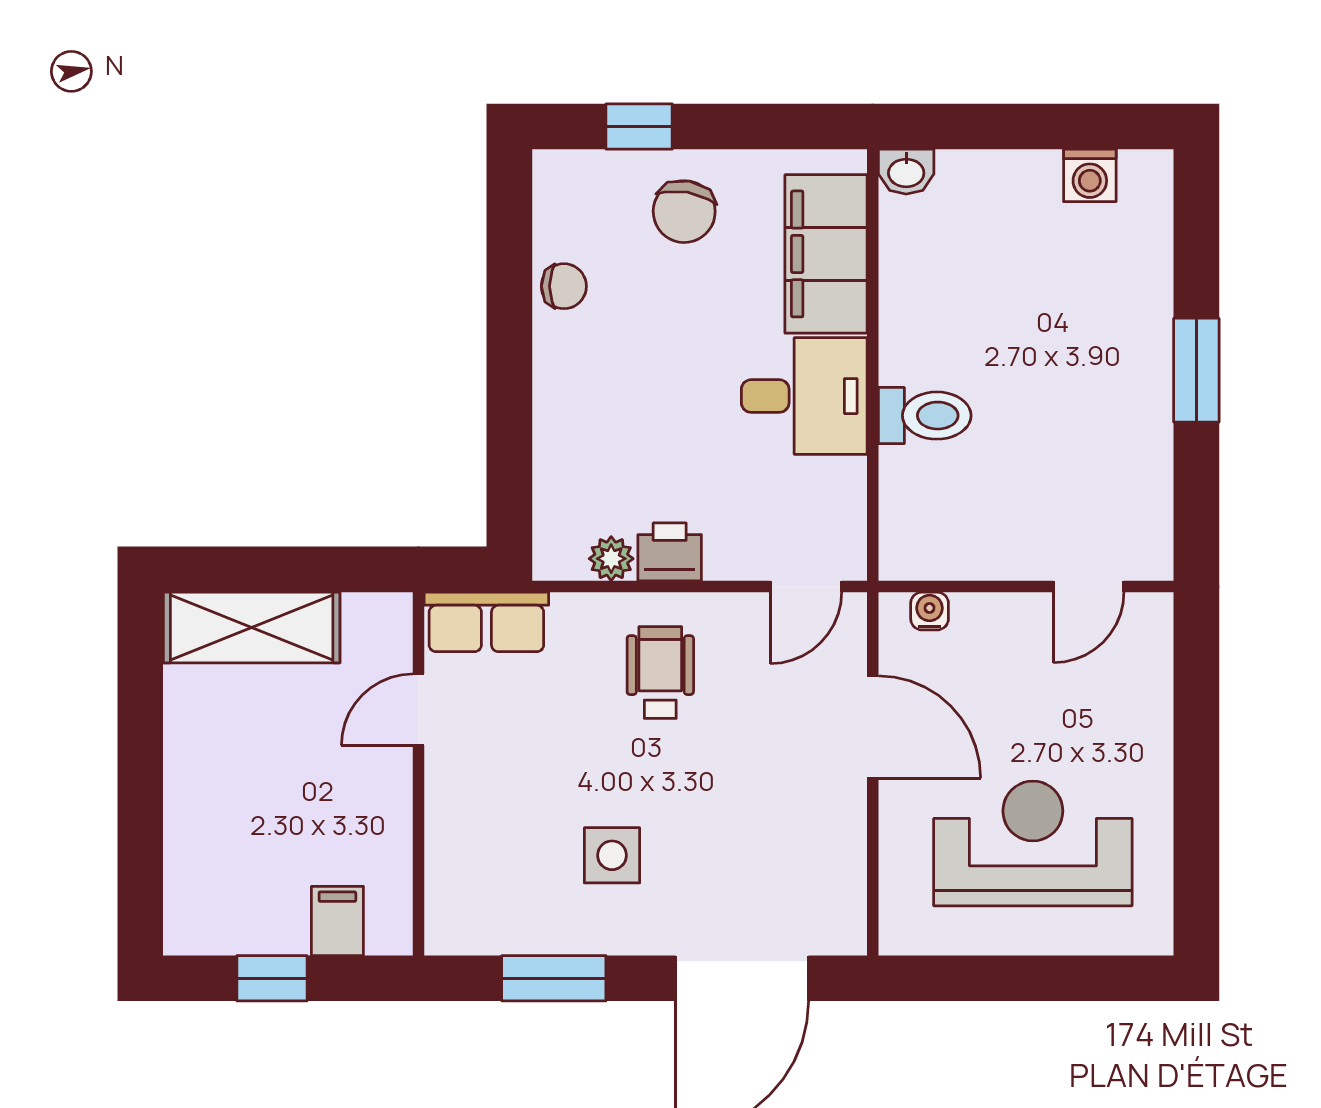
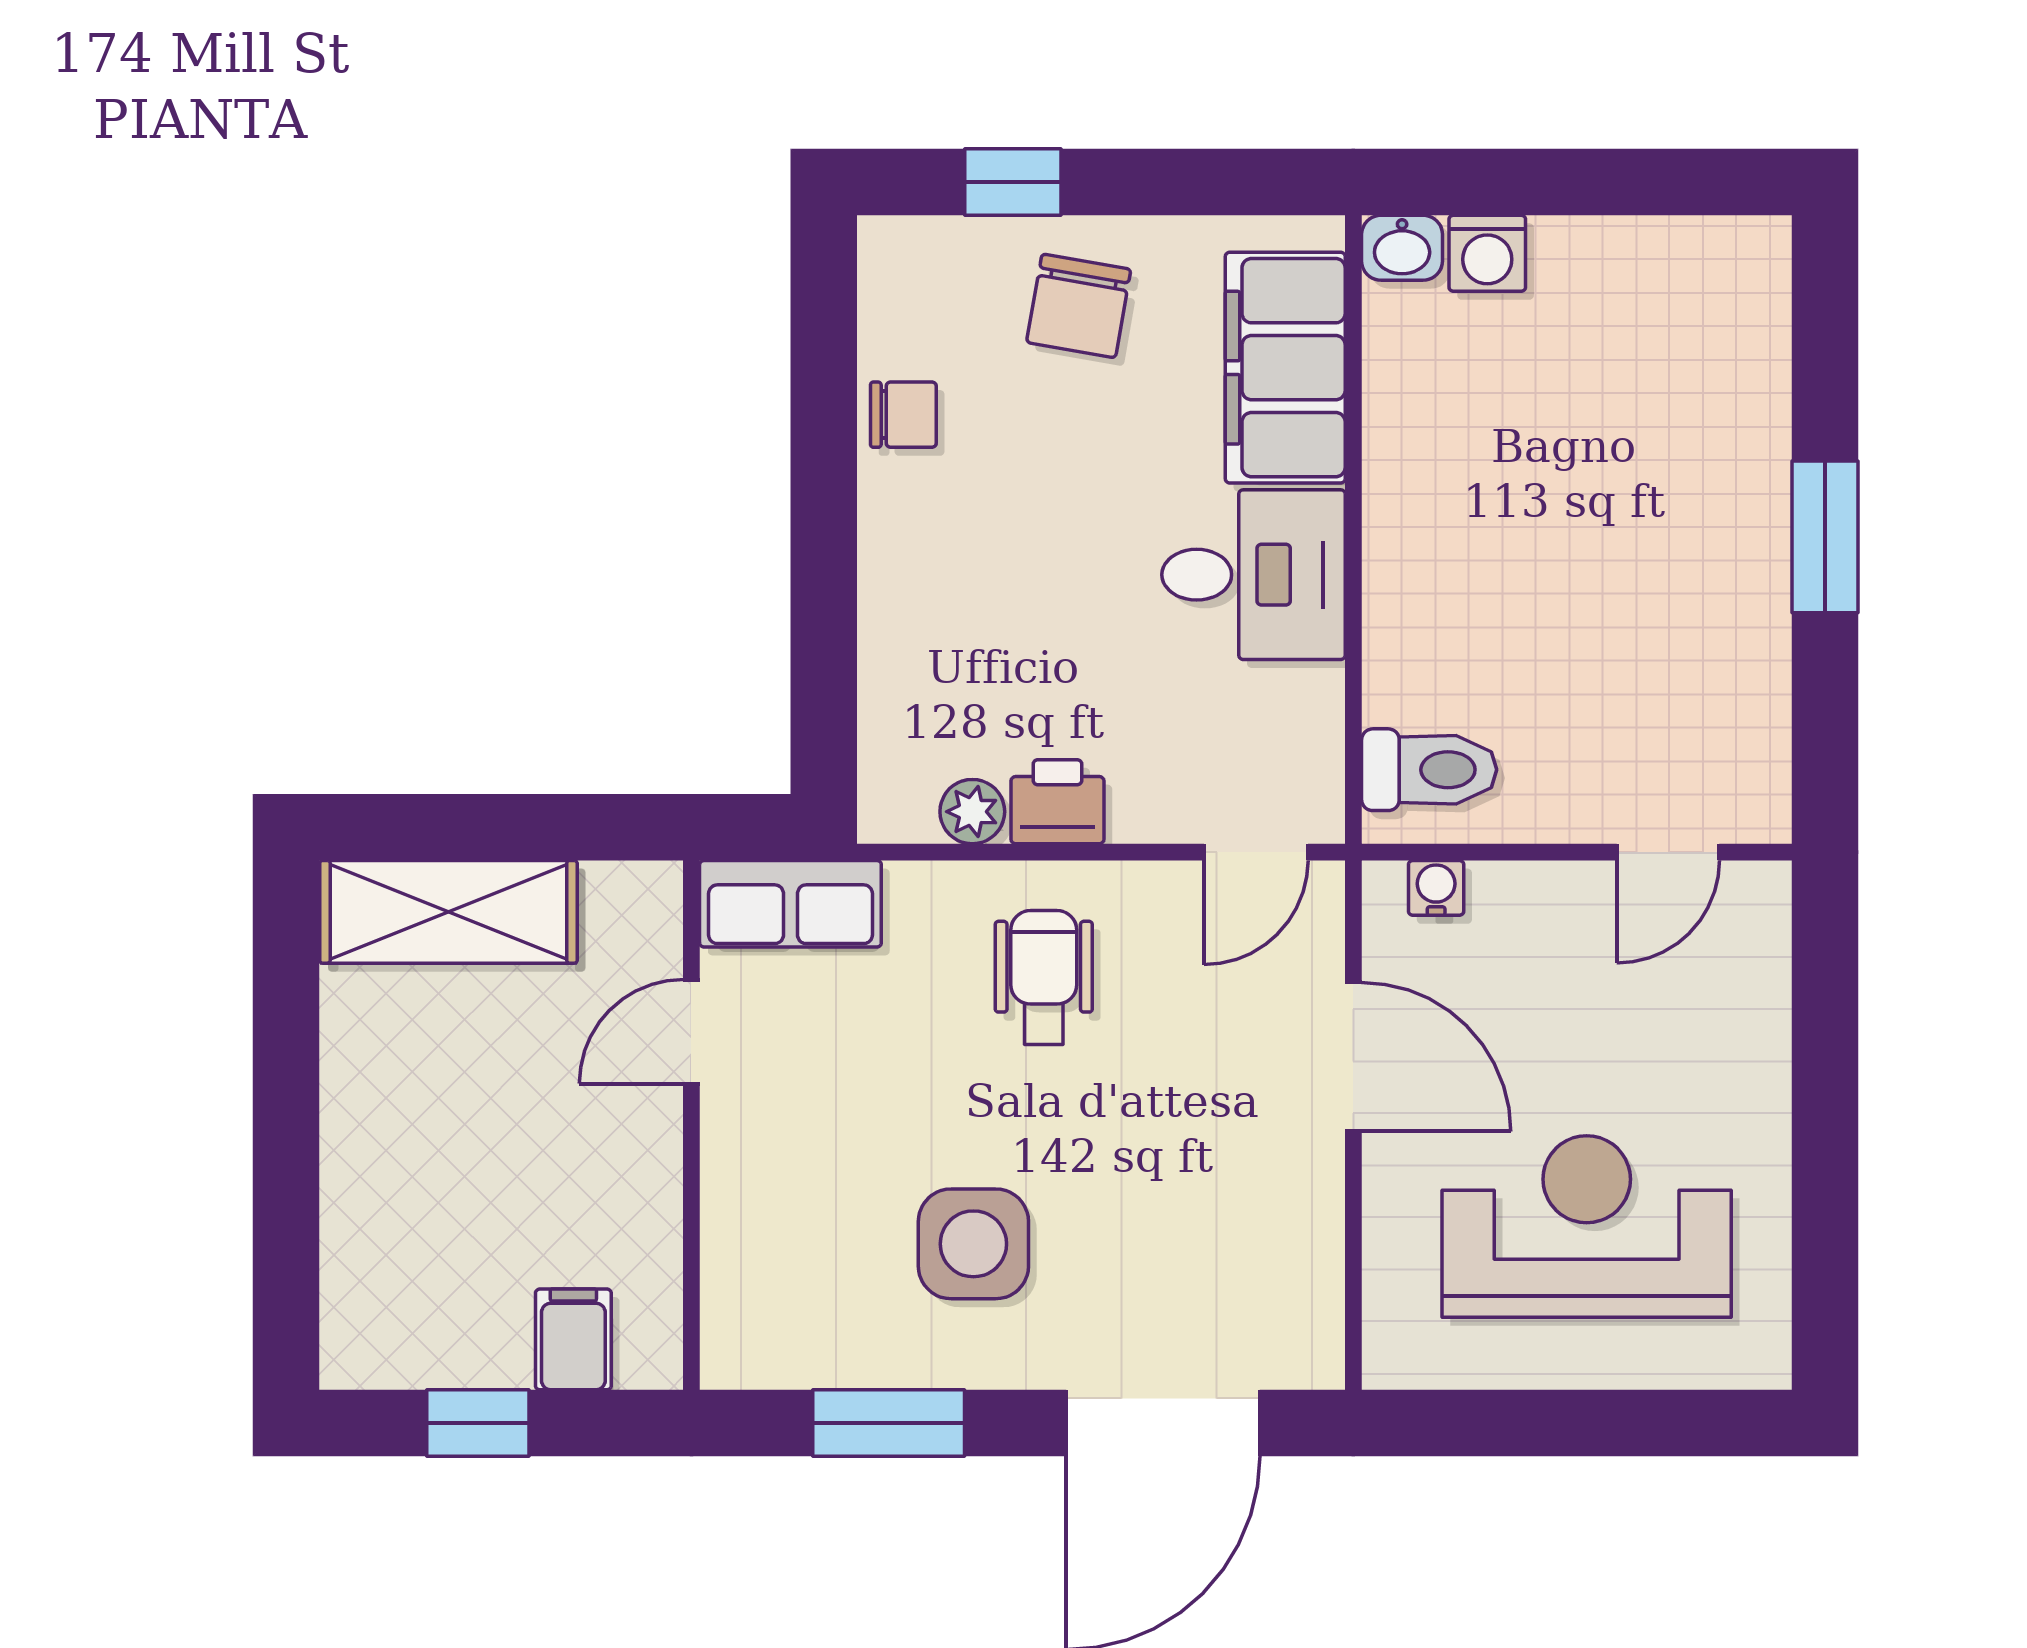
washing machine: (1090, 175) -> (1487, 253), moved
toilet: (925, 416) -> (1429, 770), moved
side table: (612, 855) -> (973, 1244), width x1.37, depth x1.37

